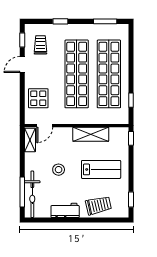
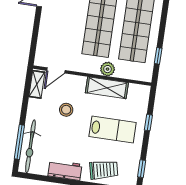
display table: (38, 98) -> (53, 38), removed
plant: (89, 118) -> (108, 69), added
window: (131, 138) -> (148, 123), moved
stool: (59, 170) -> (66, 110), moved

